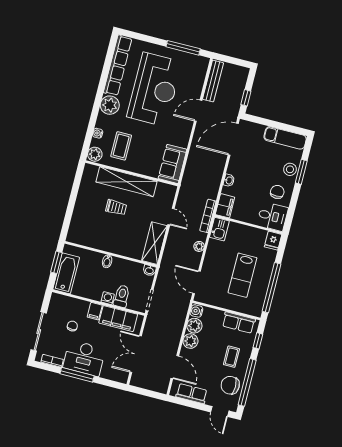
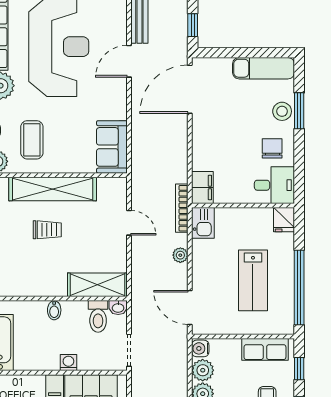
washbasin: (229, 180) -> (199, 150), removed
shelving: (154, 243) -> (97, 285), moved, turned 90
toilet: (122, 296) -> (98, 316), moved, turned 180

